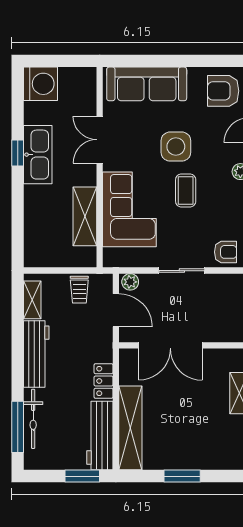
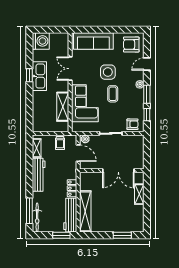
double door: (170, 345) -> (118, 171), moved
bicycle: (33, 419) -> (37, 218), moved
window: (182, 476) -> (122, 235), moved

